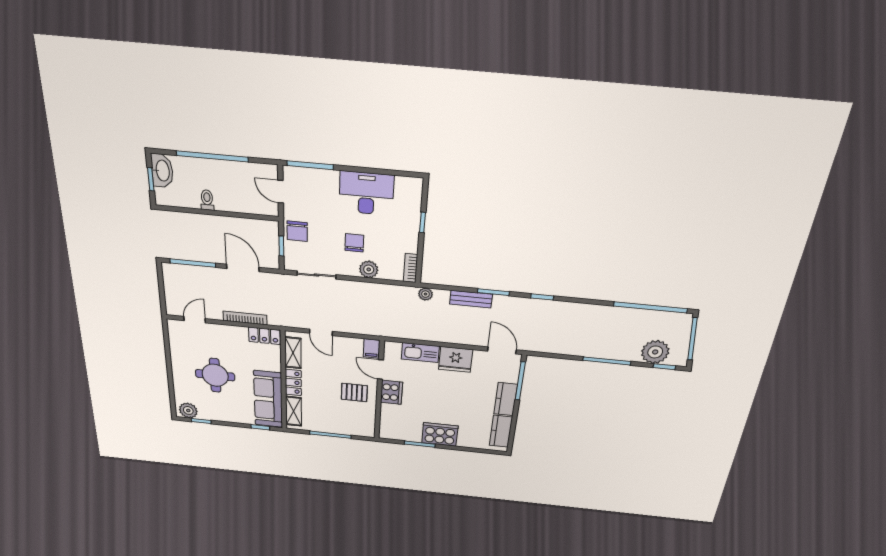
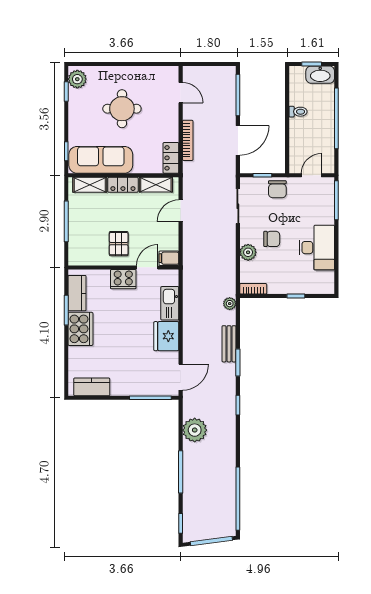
chair: (297, 231) -> (277, 189), turned -90
plant: (655, 352) -> (195, 430), moved
kitchen counter: (506, 399) -> (77, 293), moved, turned 90

